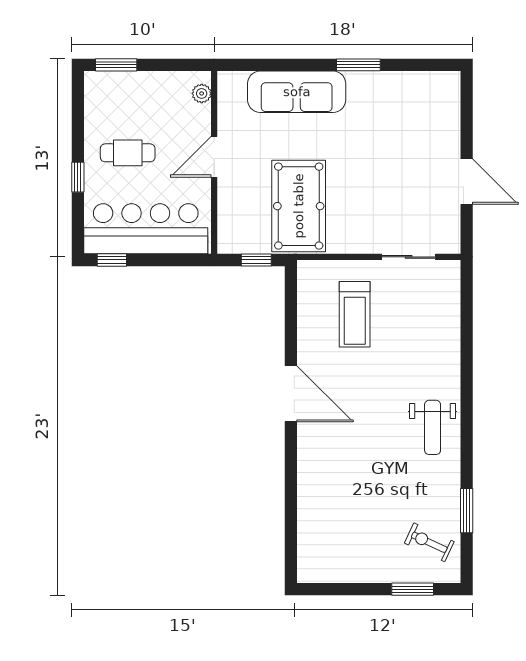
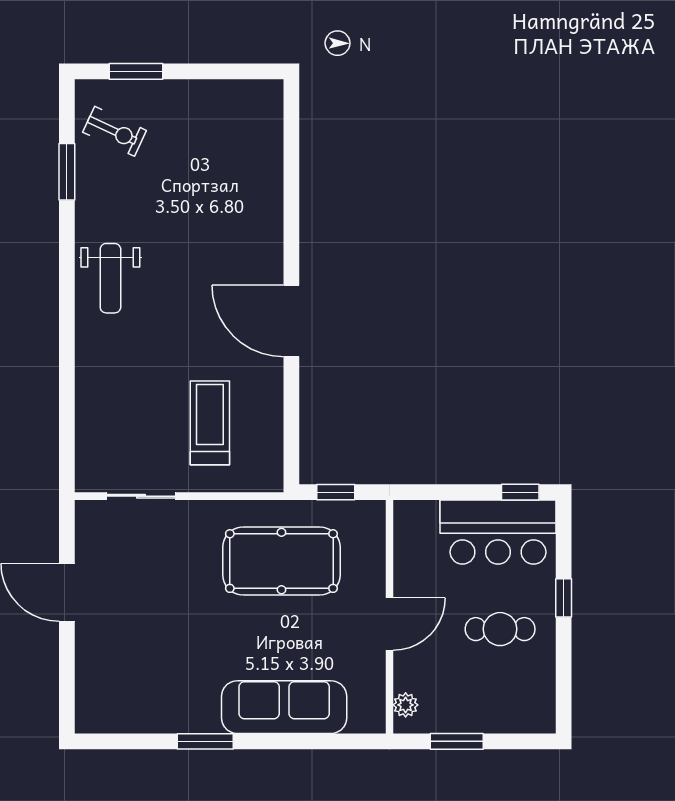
window: (116, 65) -> (457, 741), moved
pool table: (299, 206) -> (281, 561), turned 90
bar counter: (146, 229) -> (498, 532), width x0.73
weight bench: (433, 427) -> (110, 278), turned 180

